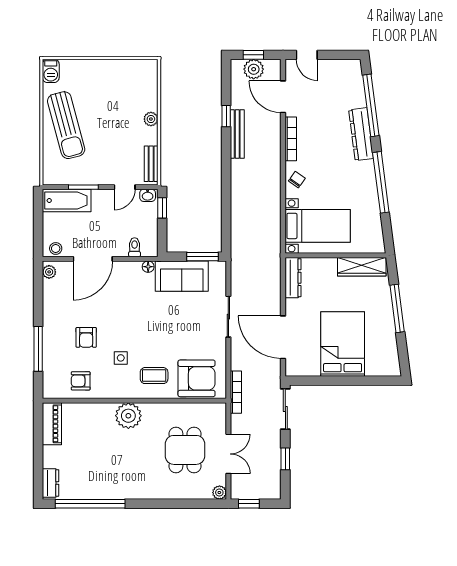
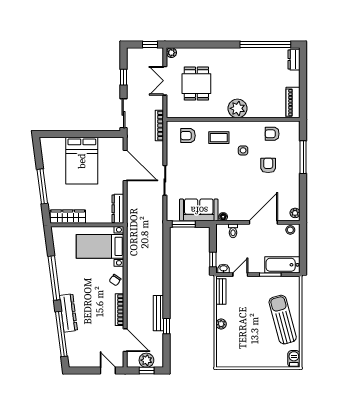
armchair: (197, 378) -> (188, 136), width x0.53, depth x0.53
armchair: (81, 381) -> (272, 134), turned 180

